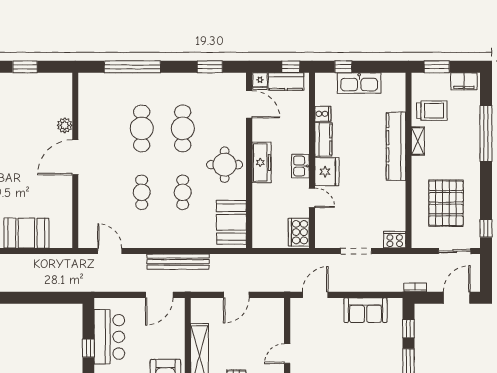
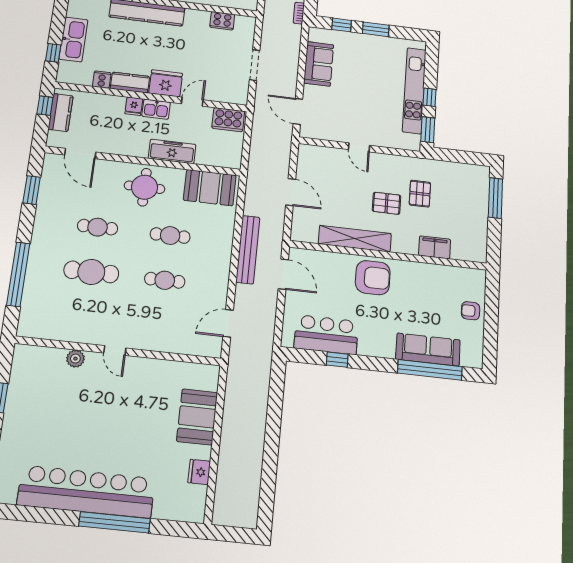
fridge: (260, 81) -> (134, 106), moved, turned 90
door: (249, 104) -> (80, 153), swing flipped
cafe table: (183, 128) -> (98, 227), width x0.73, depth x0.74
door: (75, 157) -> (115, 351), width x0.53
freezer: (262, 162) -> (172, 151), moved
cooker: (395, 240) -> (222, 21), moved, turned -90

